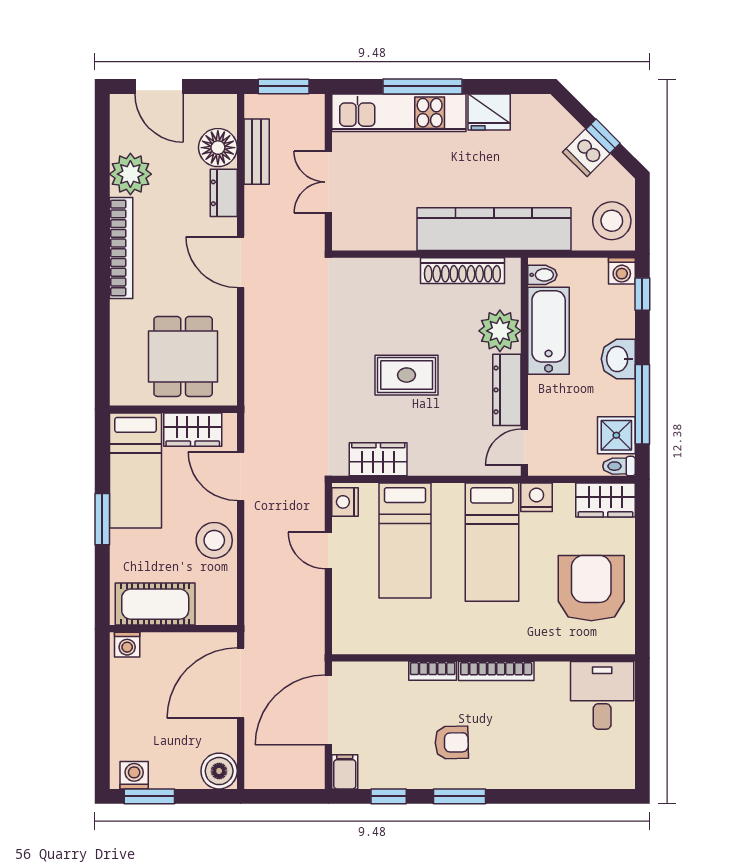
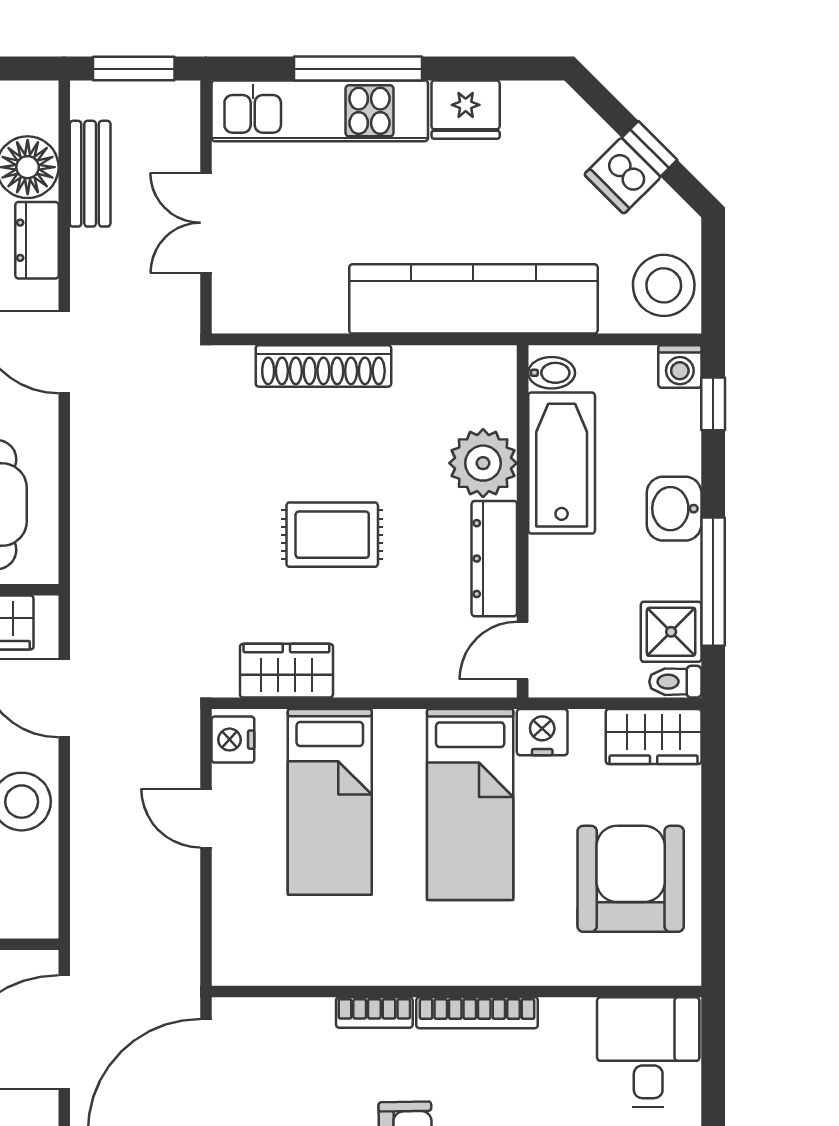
shoe rack: (462, 271) -> (323, 366), moved

